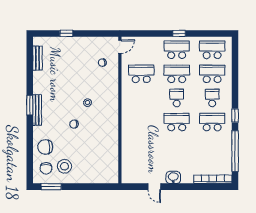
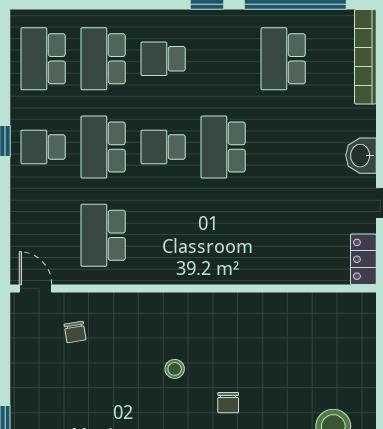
school desk: (177, 50) -> (43, 147), width x0.54
school desk: (212, 122) -> (283, 59), moved
locker: (132, 178) -> (363, 259), added

